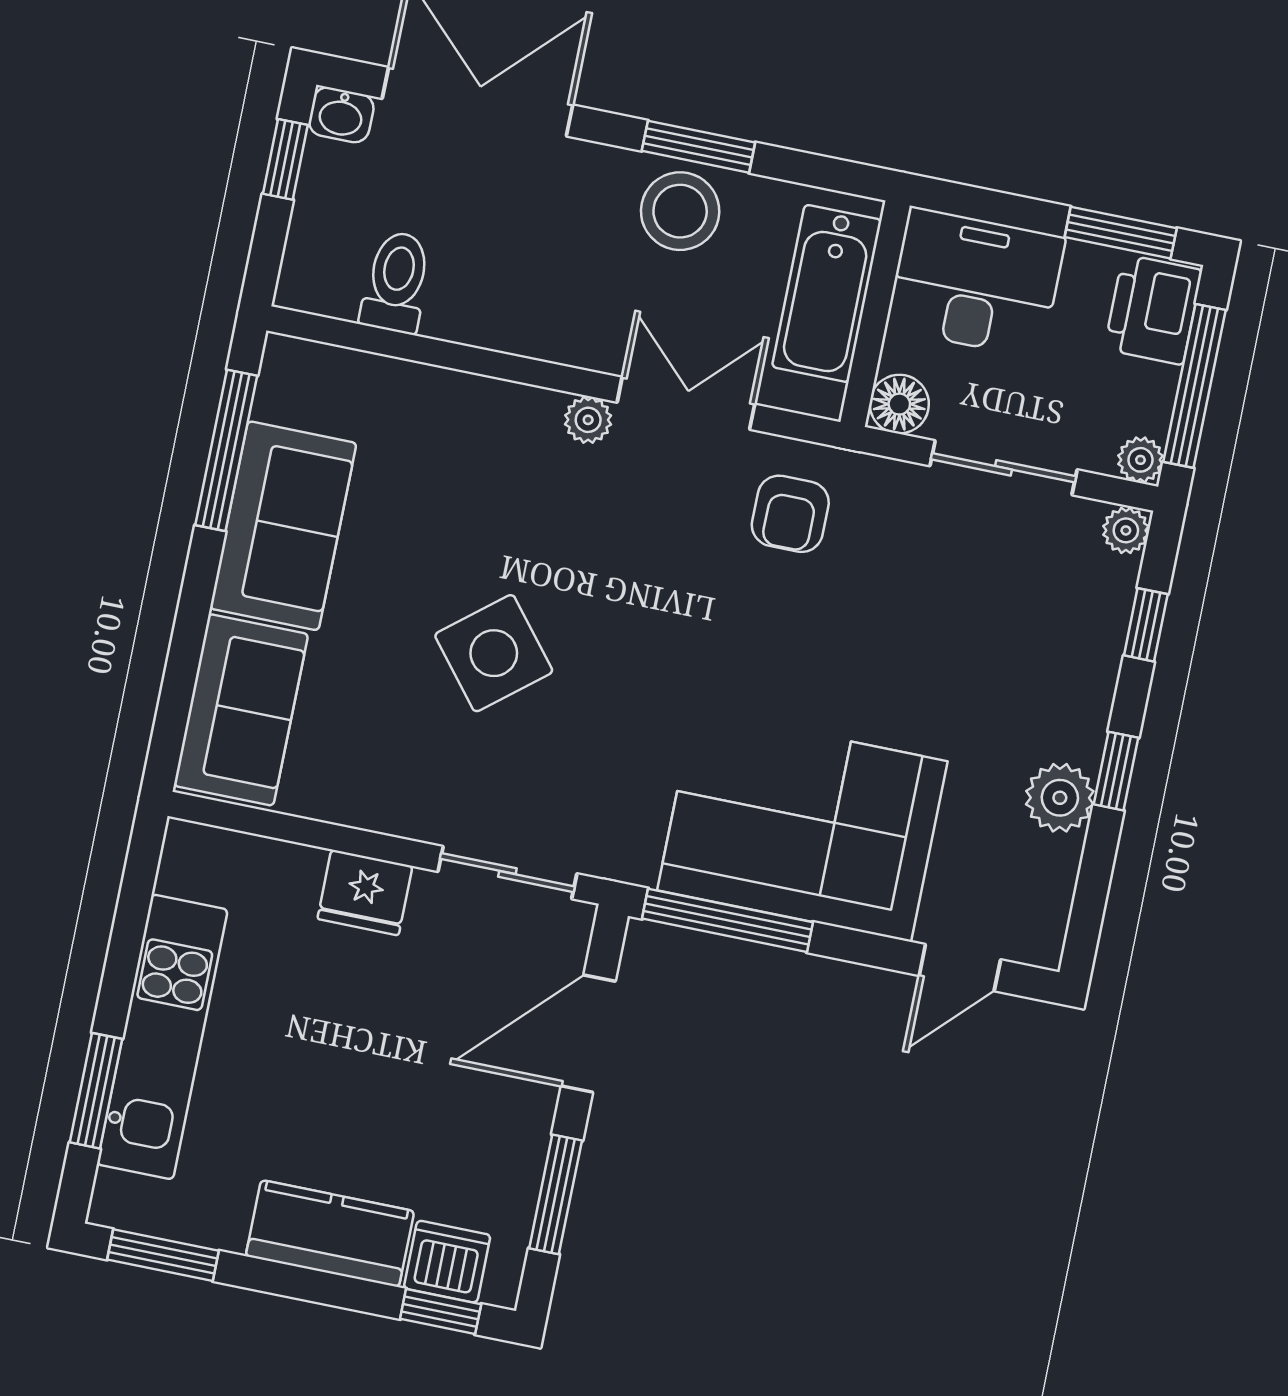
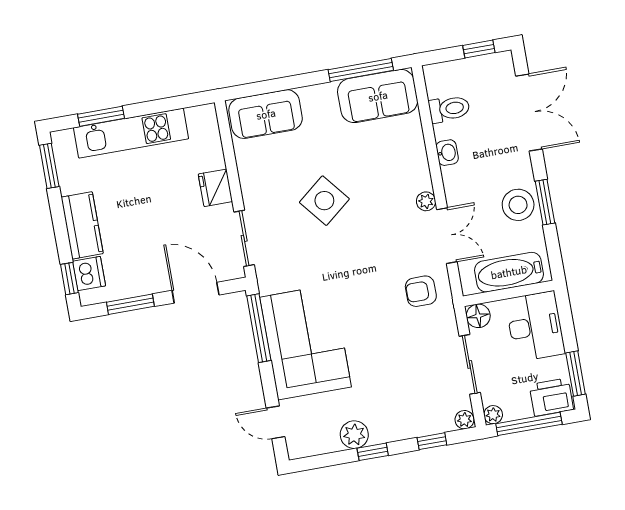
washbasin: (341, 115) -> (447, 153), moved, turned 180
sofa: (283, 526) -> (378, 96), moved

